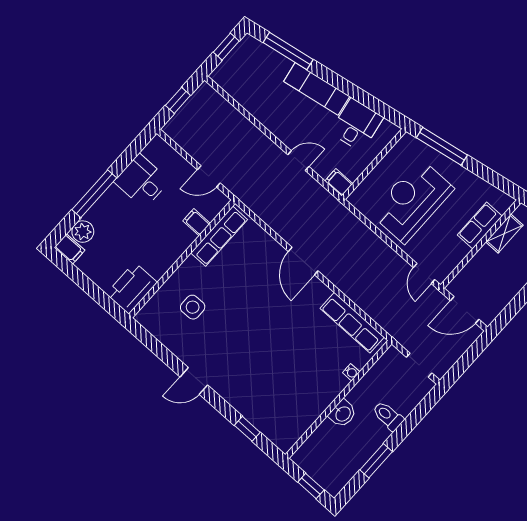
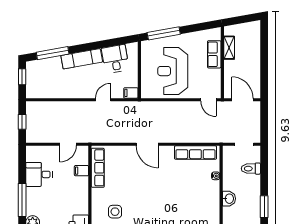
door: (465, 310) -> (242, 100), swing flipped
toilet: (388, 416) -> (251, 169), moved

